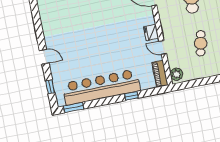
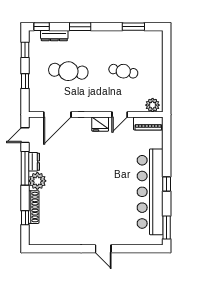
door: (44, 57) -> (103, 249), swing flipped
window: (50, 87) -> (138, 249), removed
window: (131, 96) -> (167, 184), moved

